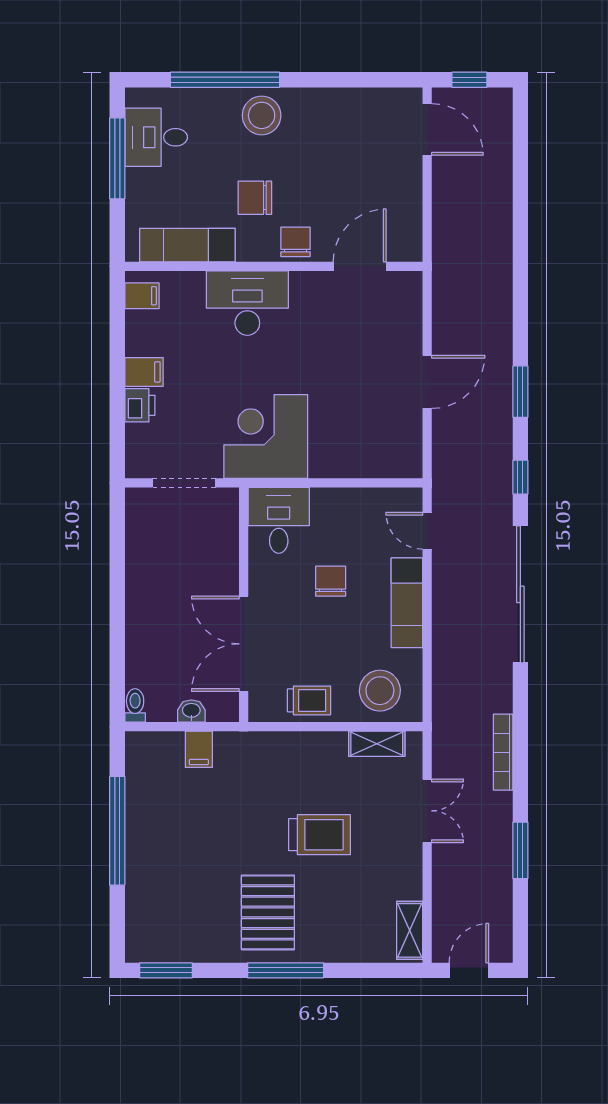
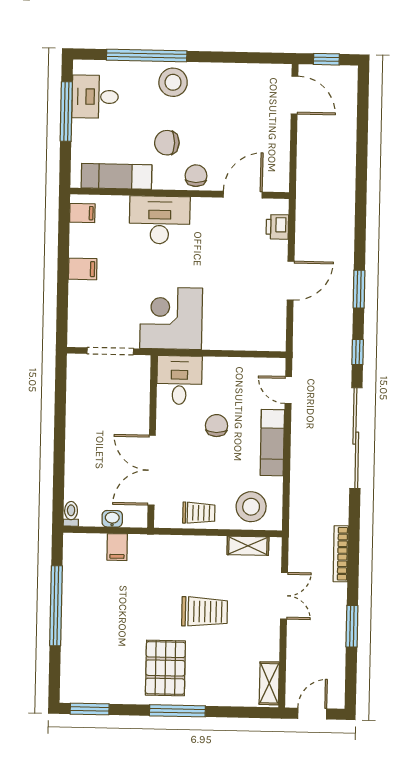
printer: (140, 405) -> (277, 227), moved, turned 180

